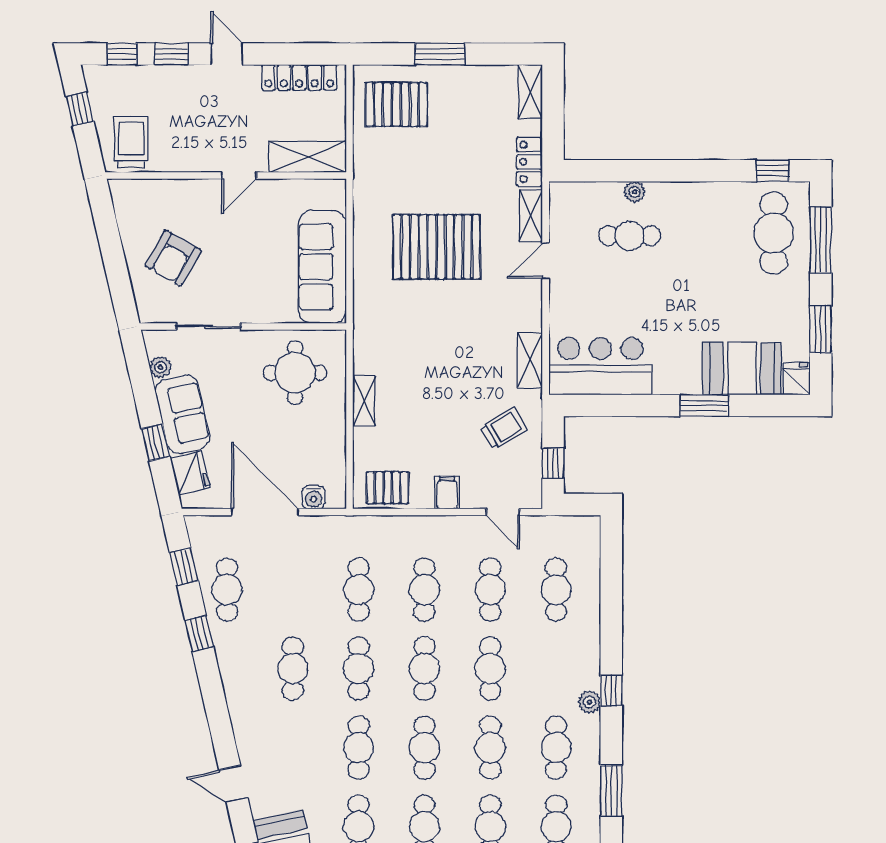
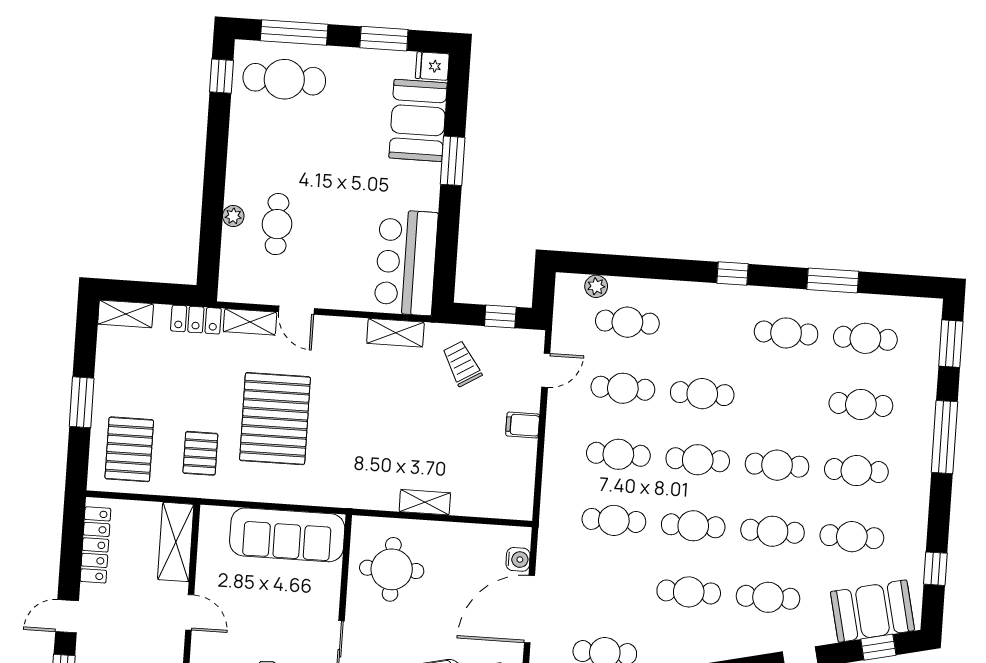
pallet: (388, 488) -> (200, 453), moved
plant: (589, 702) -> (596, 286), moved
cafe table: (490, 748) -> (768, 597), moved

